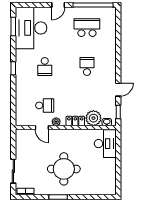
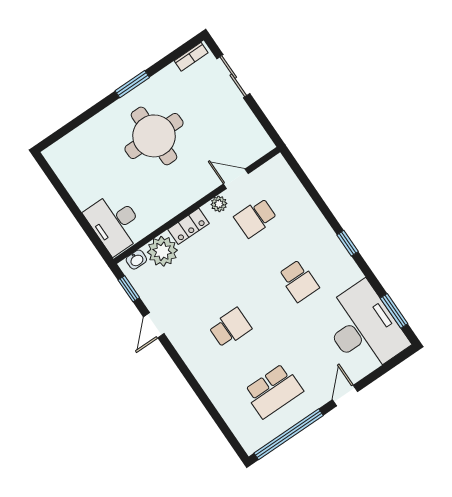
school desk: (45, 66) -> (299, 281), turned 180
school desk: (87, 66) -> (230, 328), turned -90

